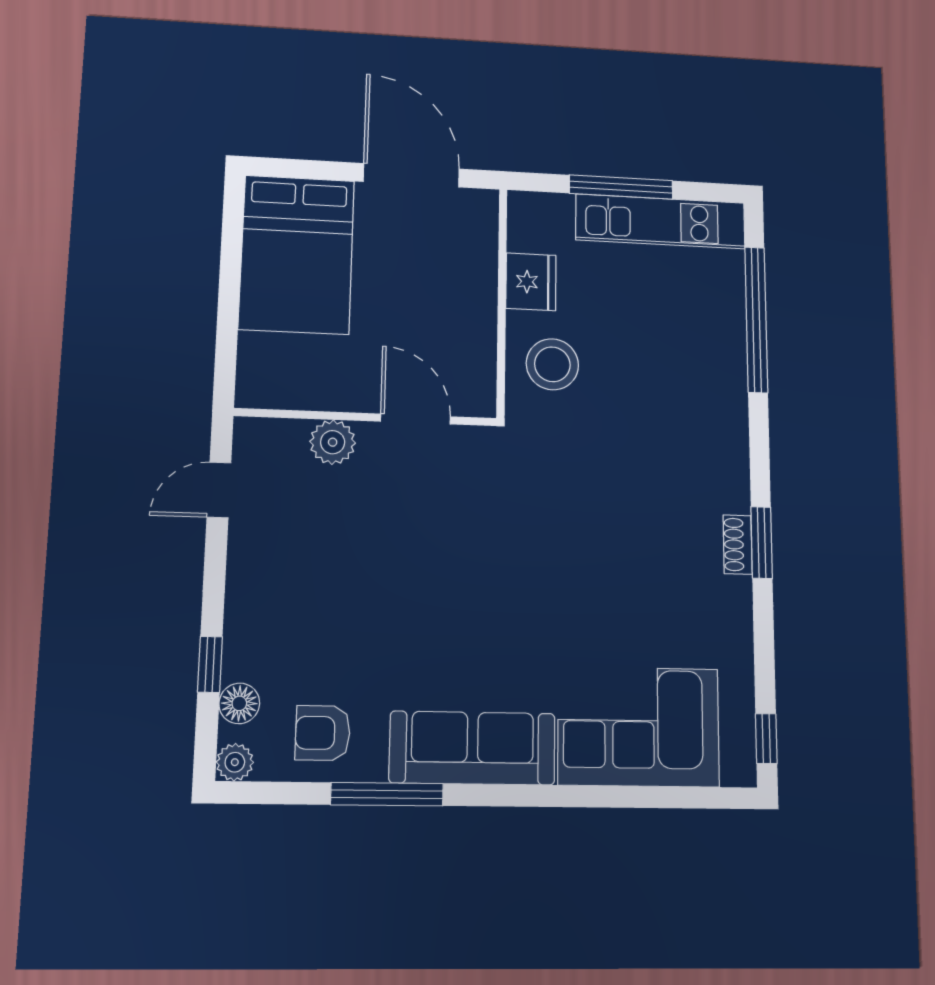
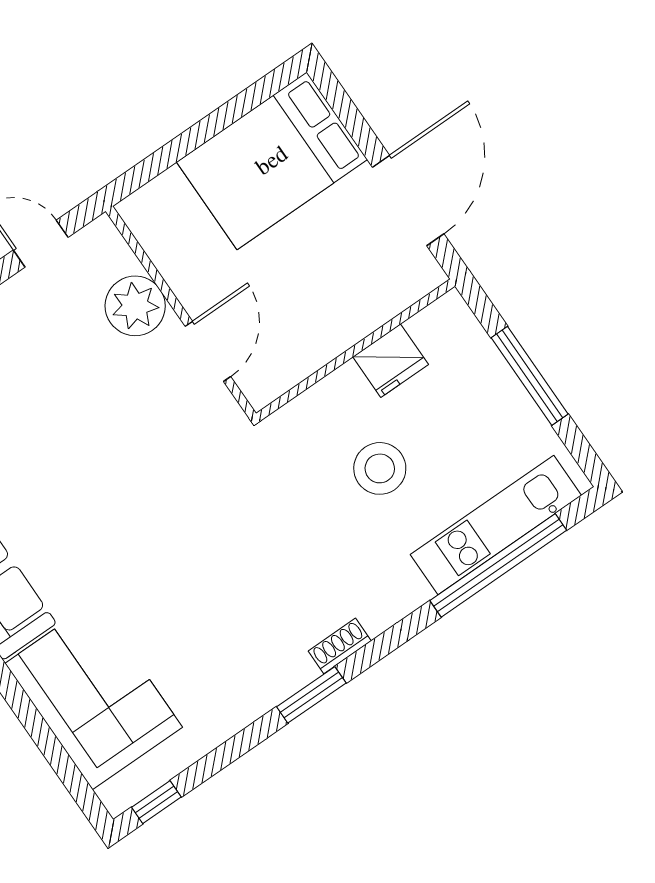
kitchen unit: (661, 221) -> (496, 525), moved, turned 90
stool: (552, 364) -> (380, 468), moved
plant: (333, 442) -> (135, 306), width x1.36, depth x1.36
shoe rack: (738, 545) -> (340, 646), moved

